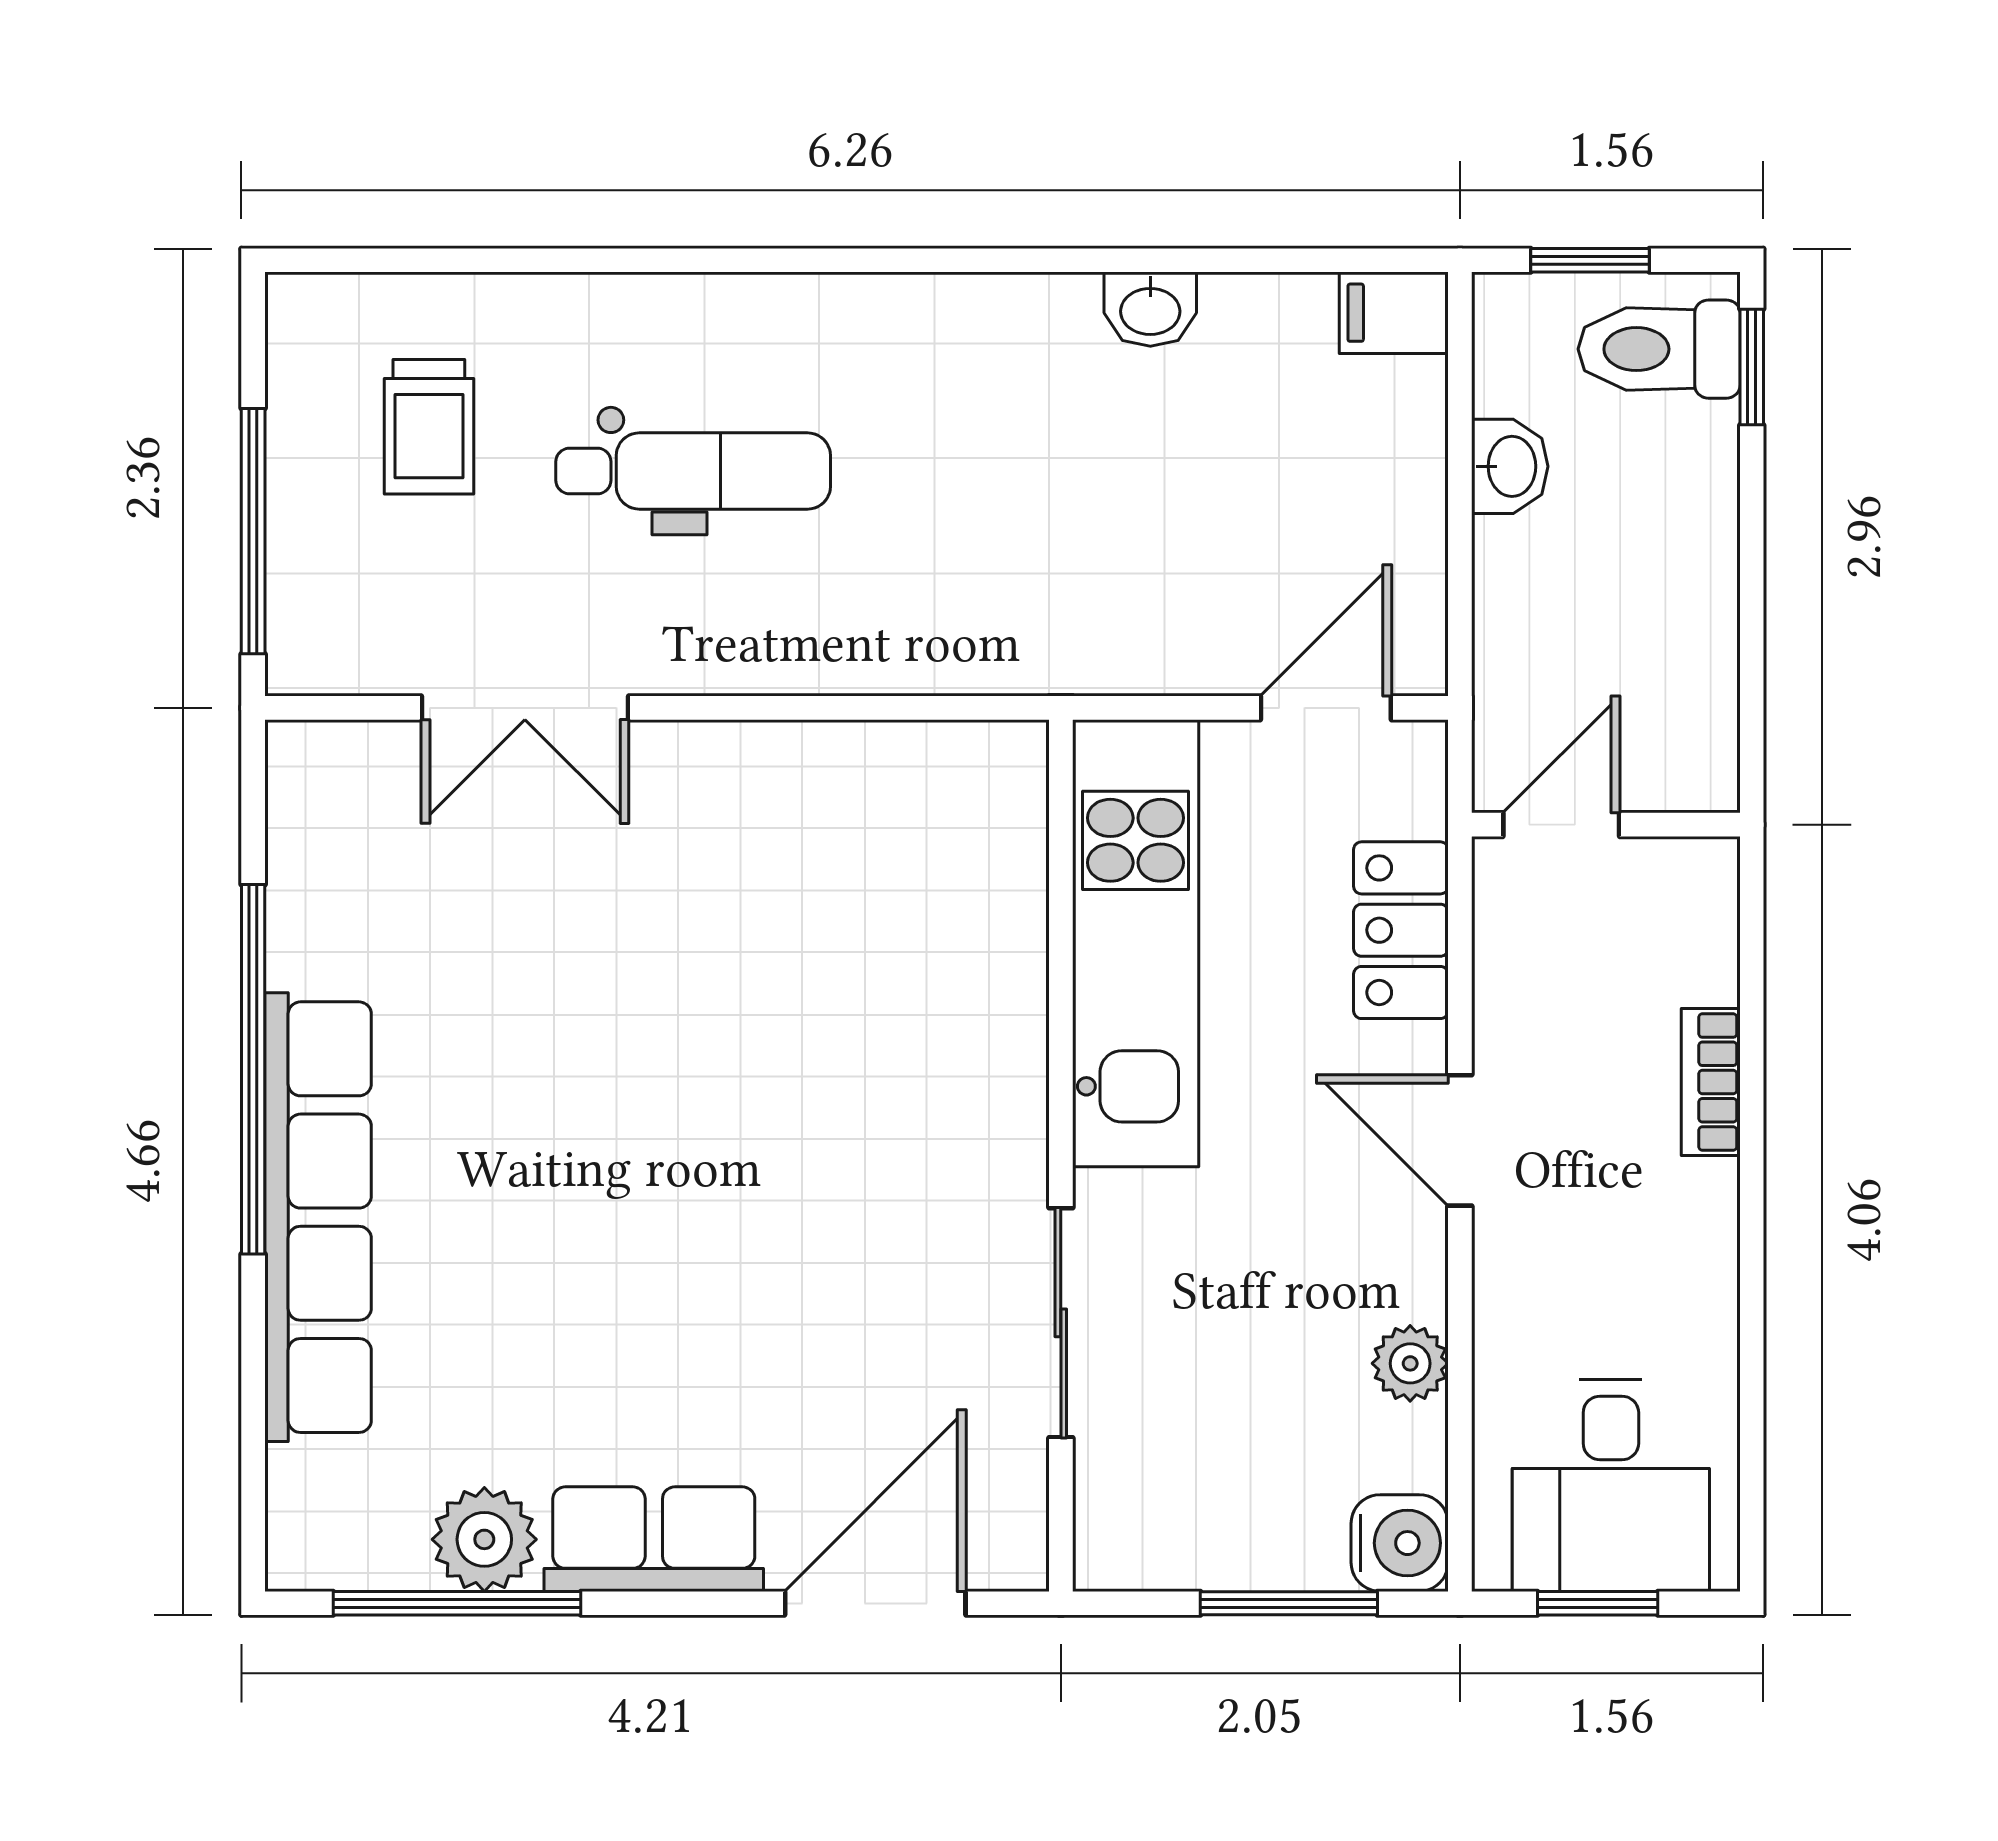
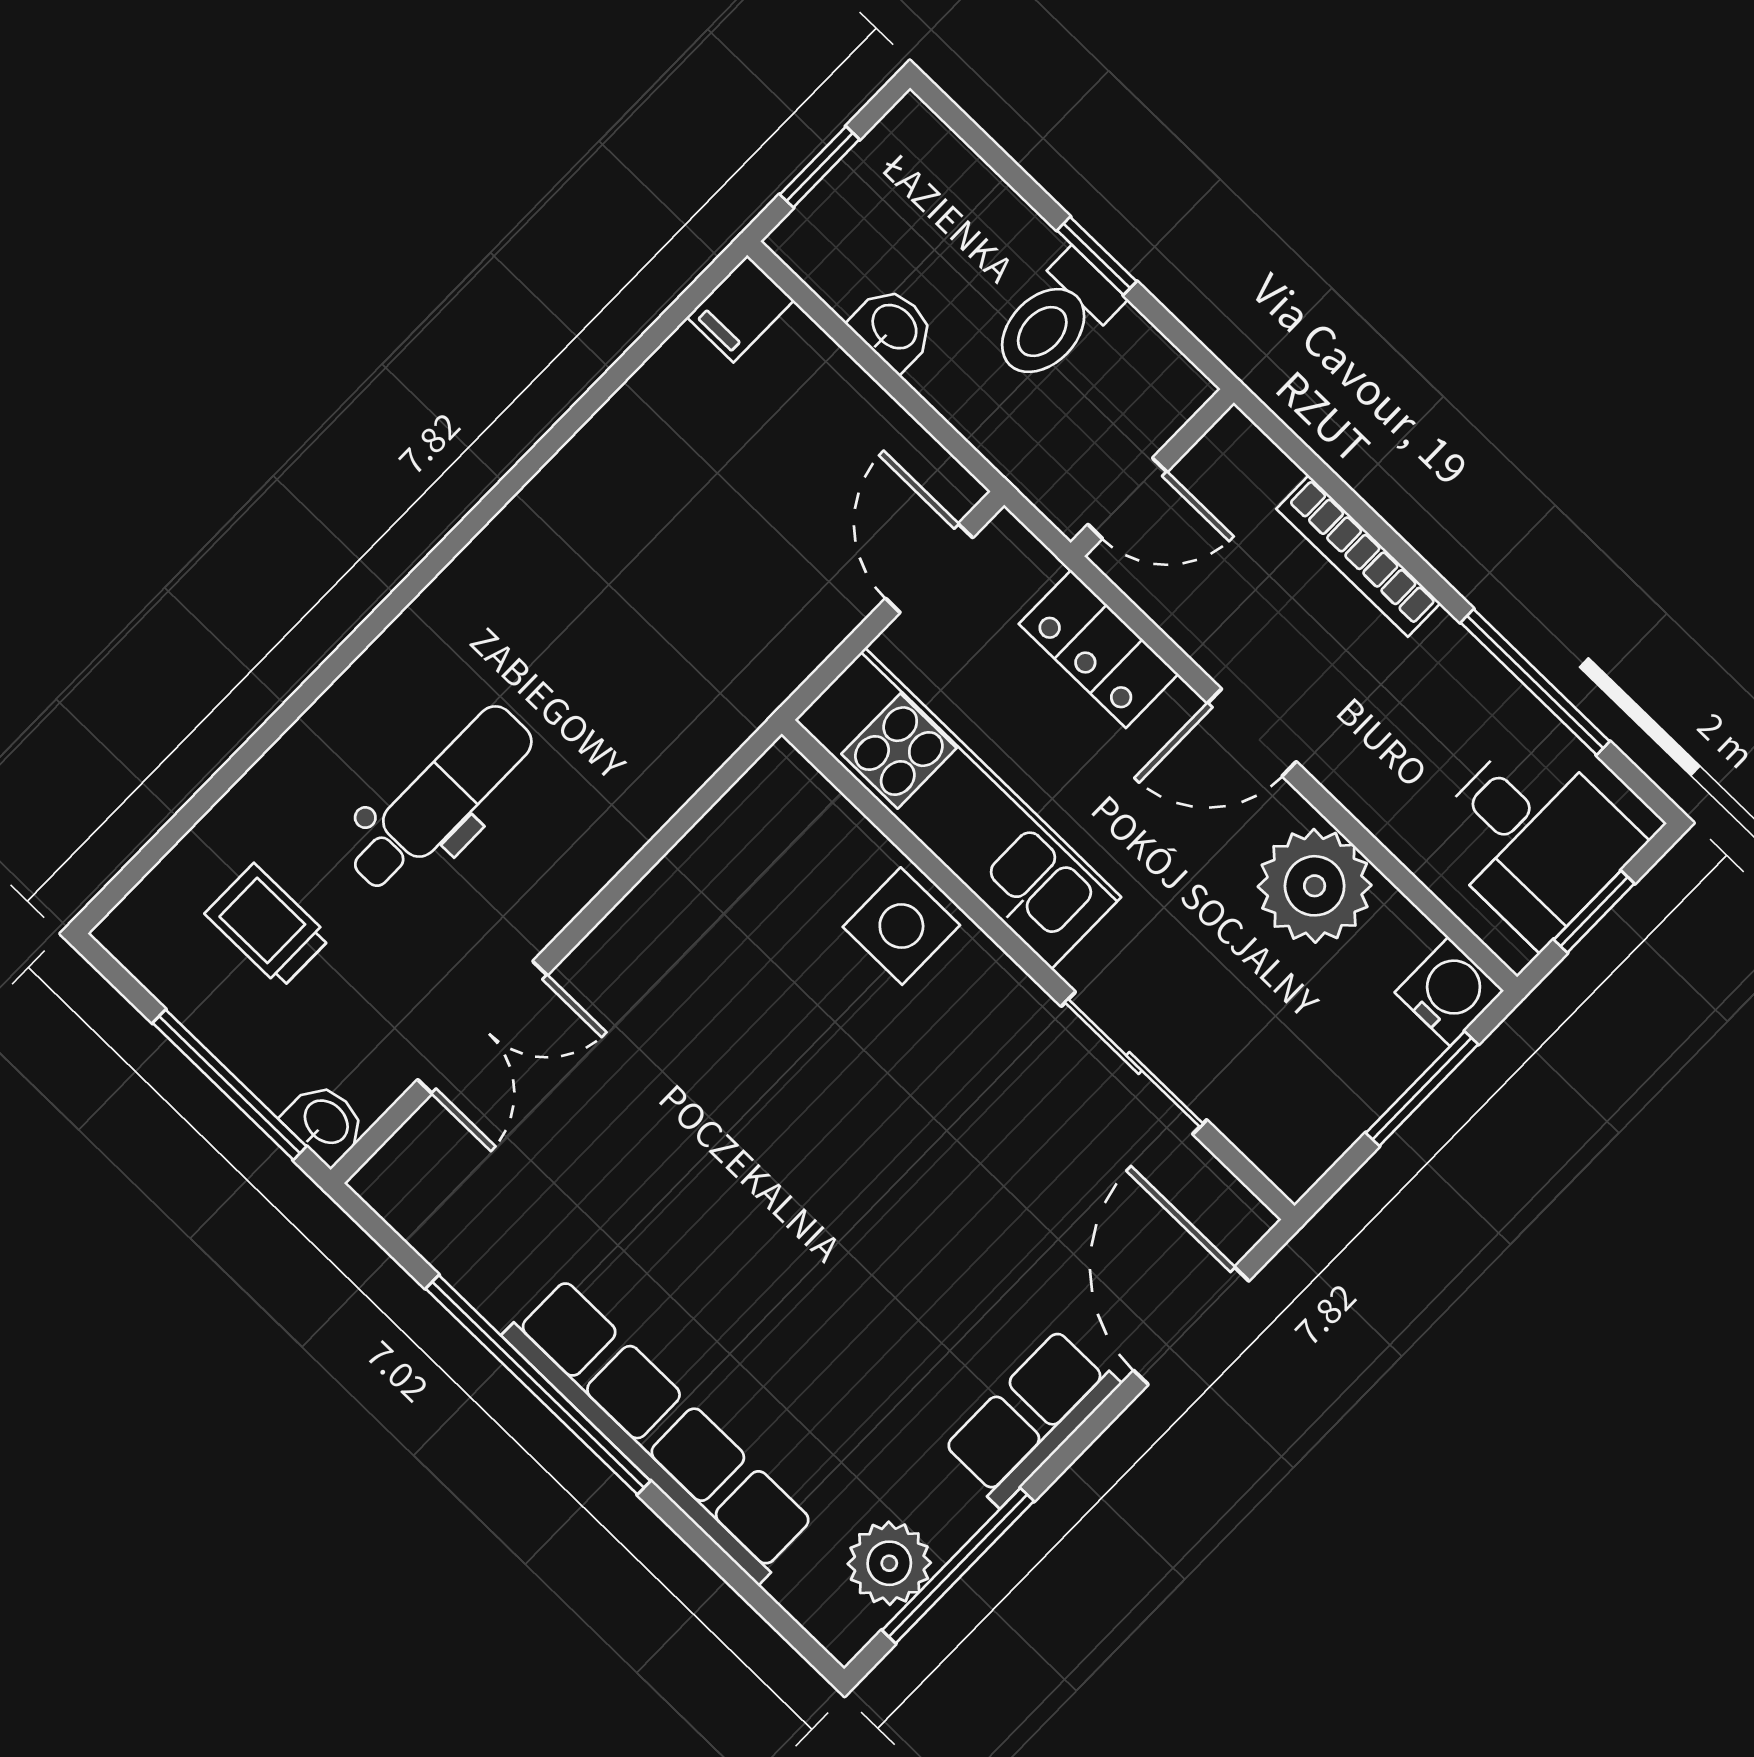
washbasin: (1150, 309) -> (325, 1123), moved, turned -90
toilet: (1659, 349) -> (1055, 318), moved
window: (1752, 367) -> (1097, 256), moved
trolley: (429, 427) -> (268, 926), turned 180
door: (1561, 825) -> (1127, 498), swing flipped
side table: (981, 995) -> (901, 926), added
bookcase: (1711, 1082) -> (1358, 556), width x1.56
window: (1752, 1350) -> (1535, 682), added
plant: (1410, 1363) -> (1315, 886), width x1.88, depth x1.88
plant: (484, 1539) -> (889, 1563), moved

